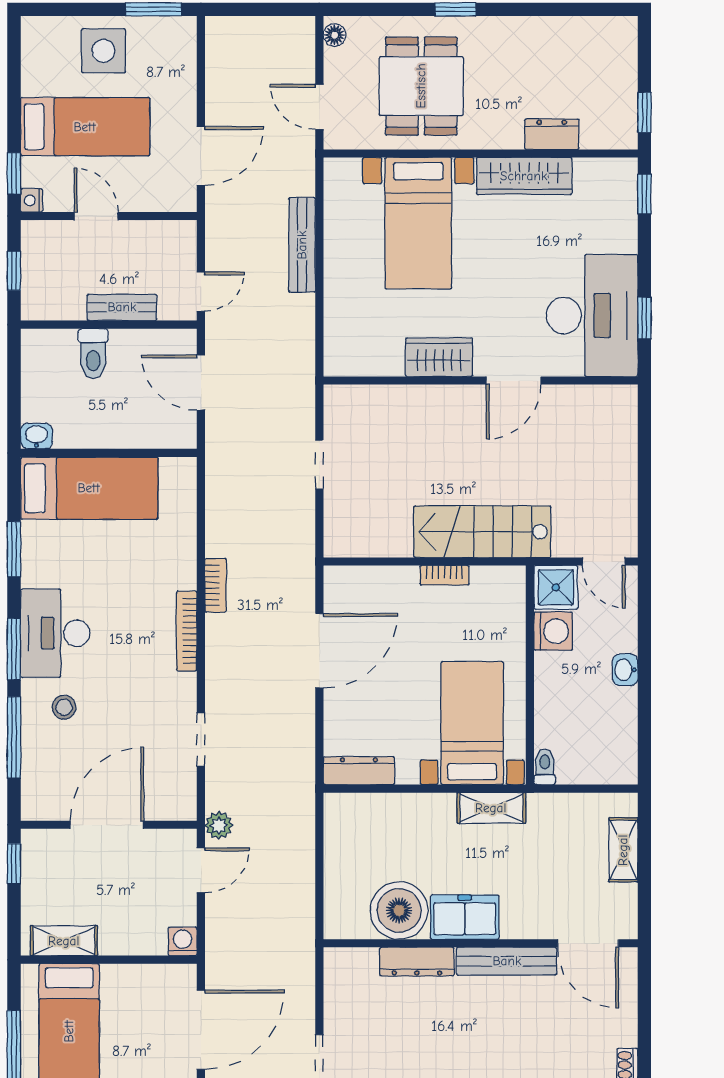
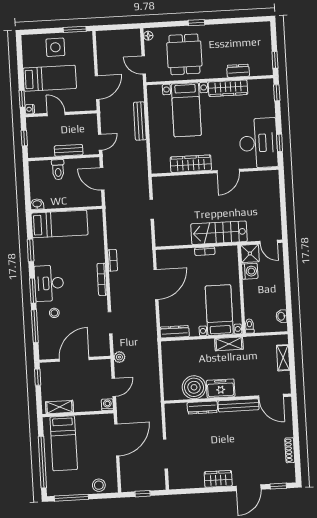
wardrobe: (439, 357) -> (191, 164), width x1.50
washbasin: (625, 670) -> (281, 316), moved
door: (201, 870) -> (114, 387), moved

